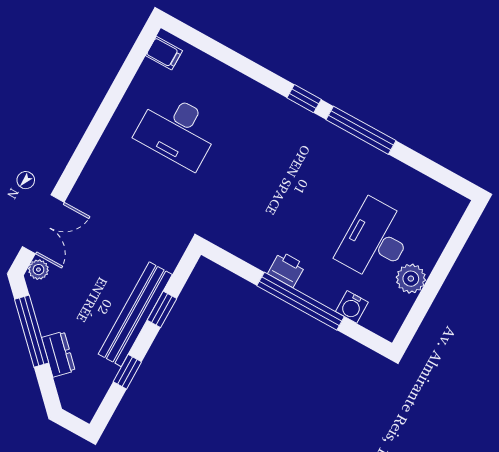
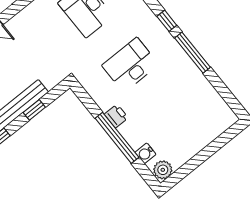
desk: (375, 240) -> (130, 65), moved
plant: (411, 279) -> (163, 170), moved

